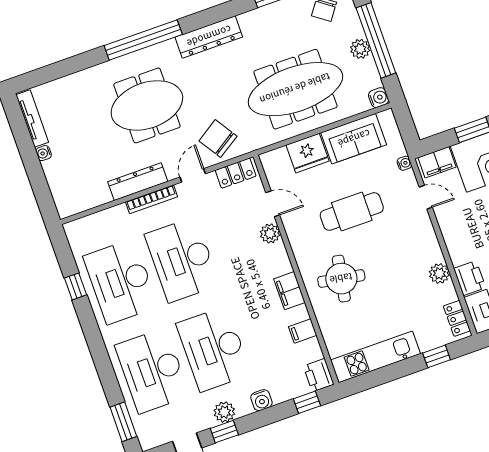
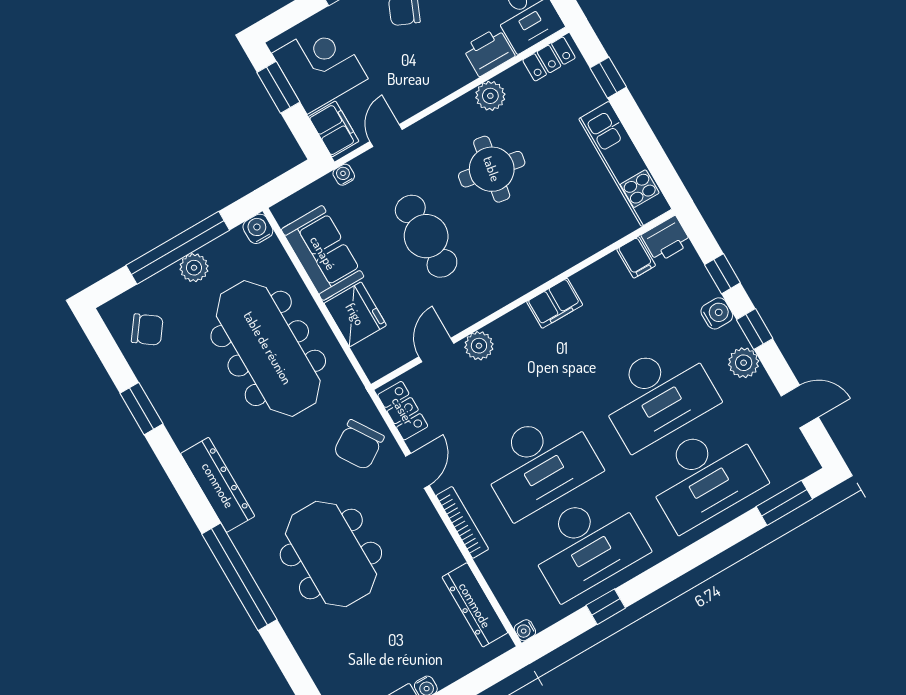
door: (193, 175) -> (418, 471), swing flipped
dresser: (138, 182) -> (475, 605), moved
water cooler: (70, 228) -> (525, 630), added
round table: (341, 279) -> (492, 169), moved
filing cabinet: (303, 331) -> (636, 257), moved
window: (307, 402) -> (722, 274), moved
window: (224, 432) -> (755, 329), moved

